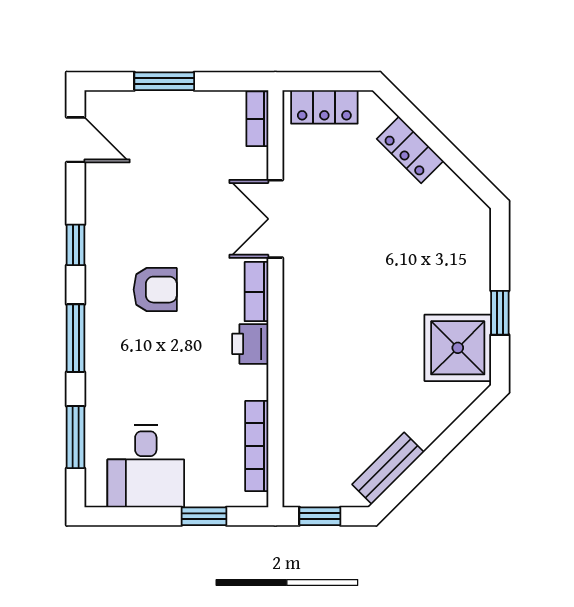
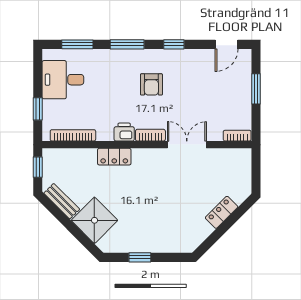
locker: (324, 107) -> (114, 157), moved, turned -90
shower: (458, 348) -> (94, 220), moved, turned 45

